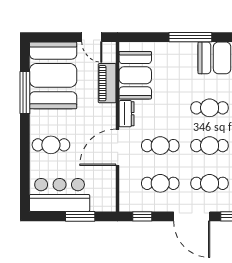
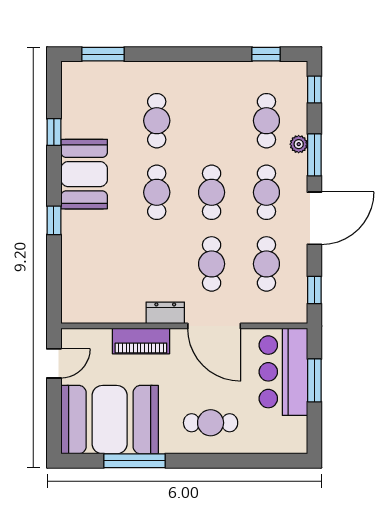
window: (190, 37) -> (54, 220), width x0.46
booth: (135, 75) -> (109, 300), removed
piano: (107, 83) -> (141, 341), moved
cafe table: (51, 145) -> (211, 423), turned 90
bar counter: (60, 195) -> (283, 372), moved

